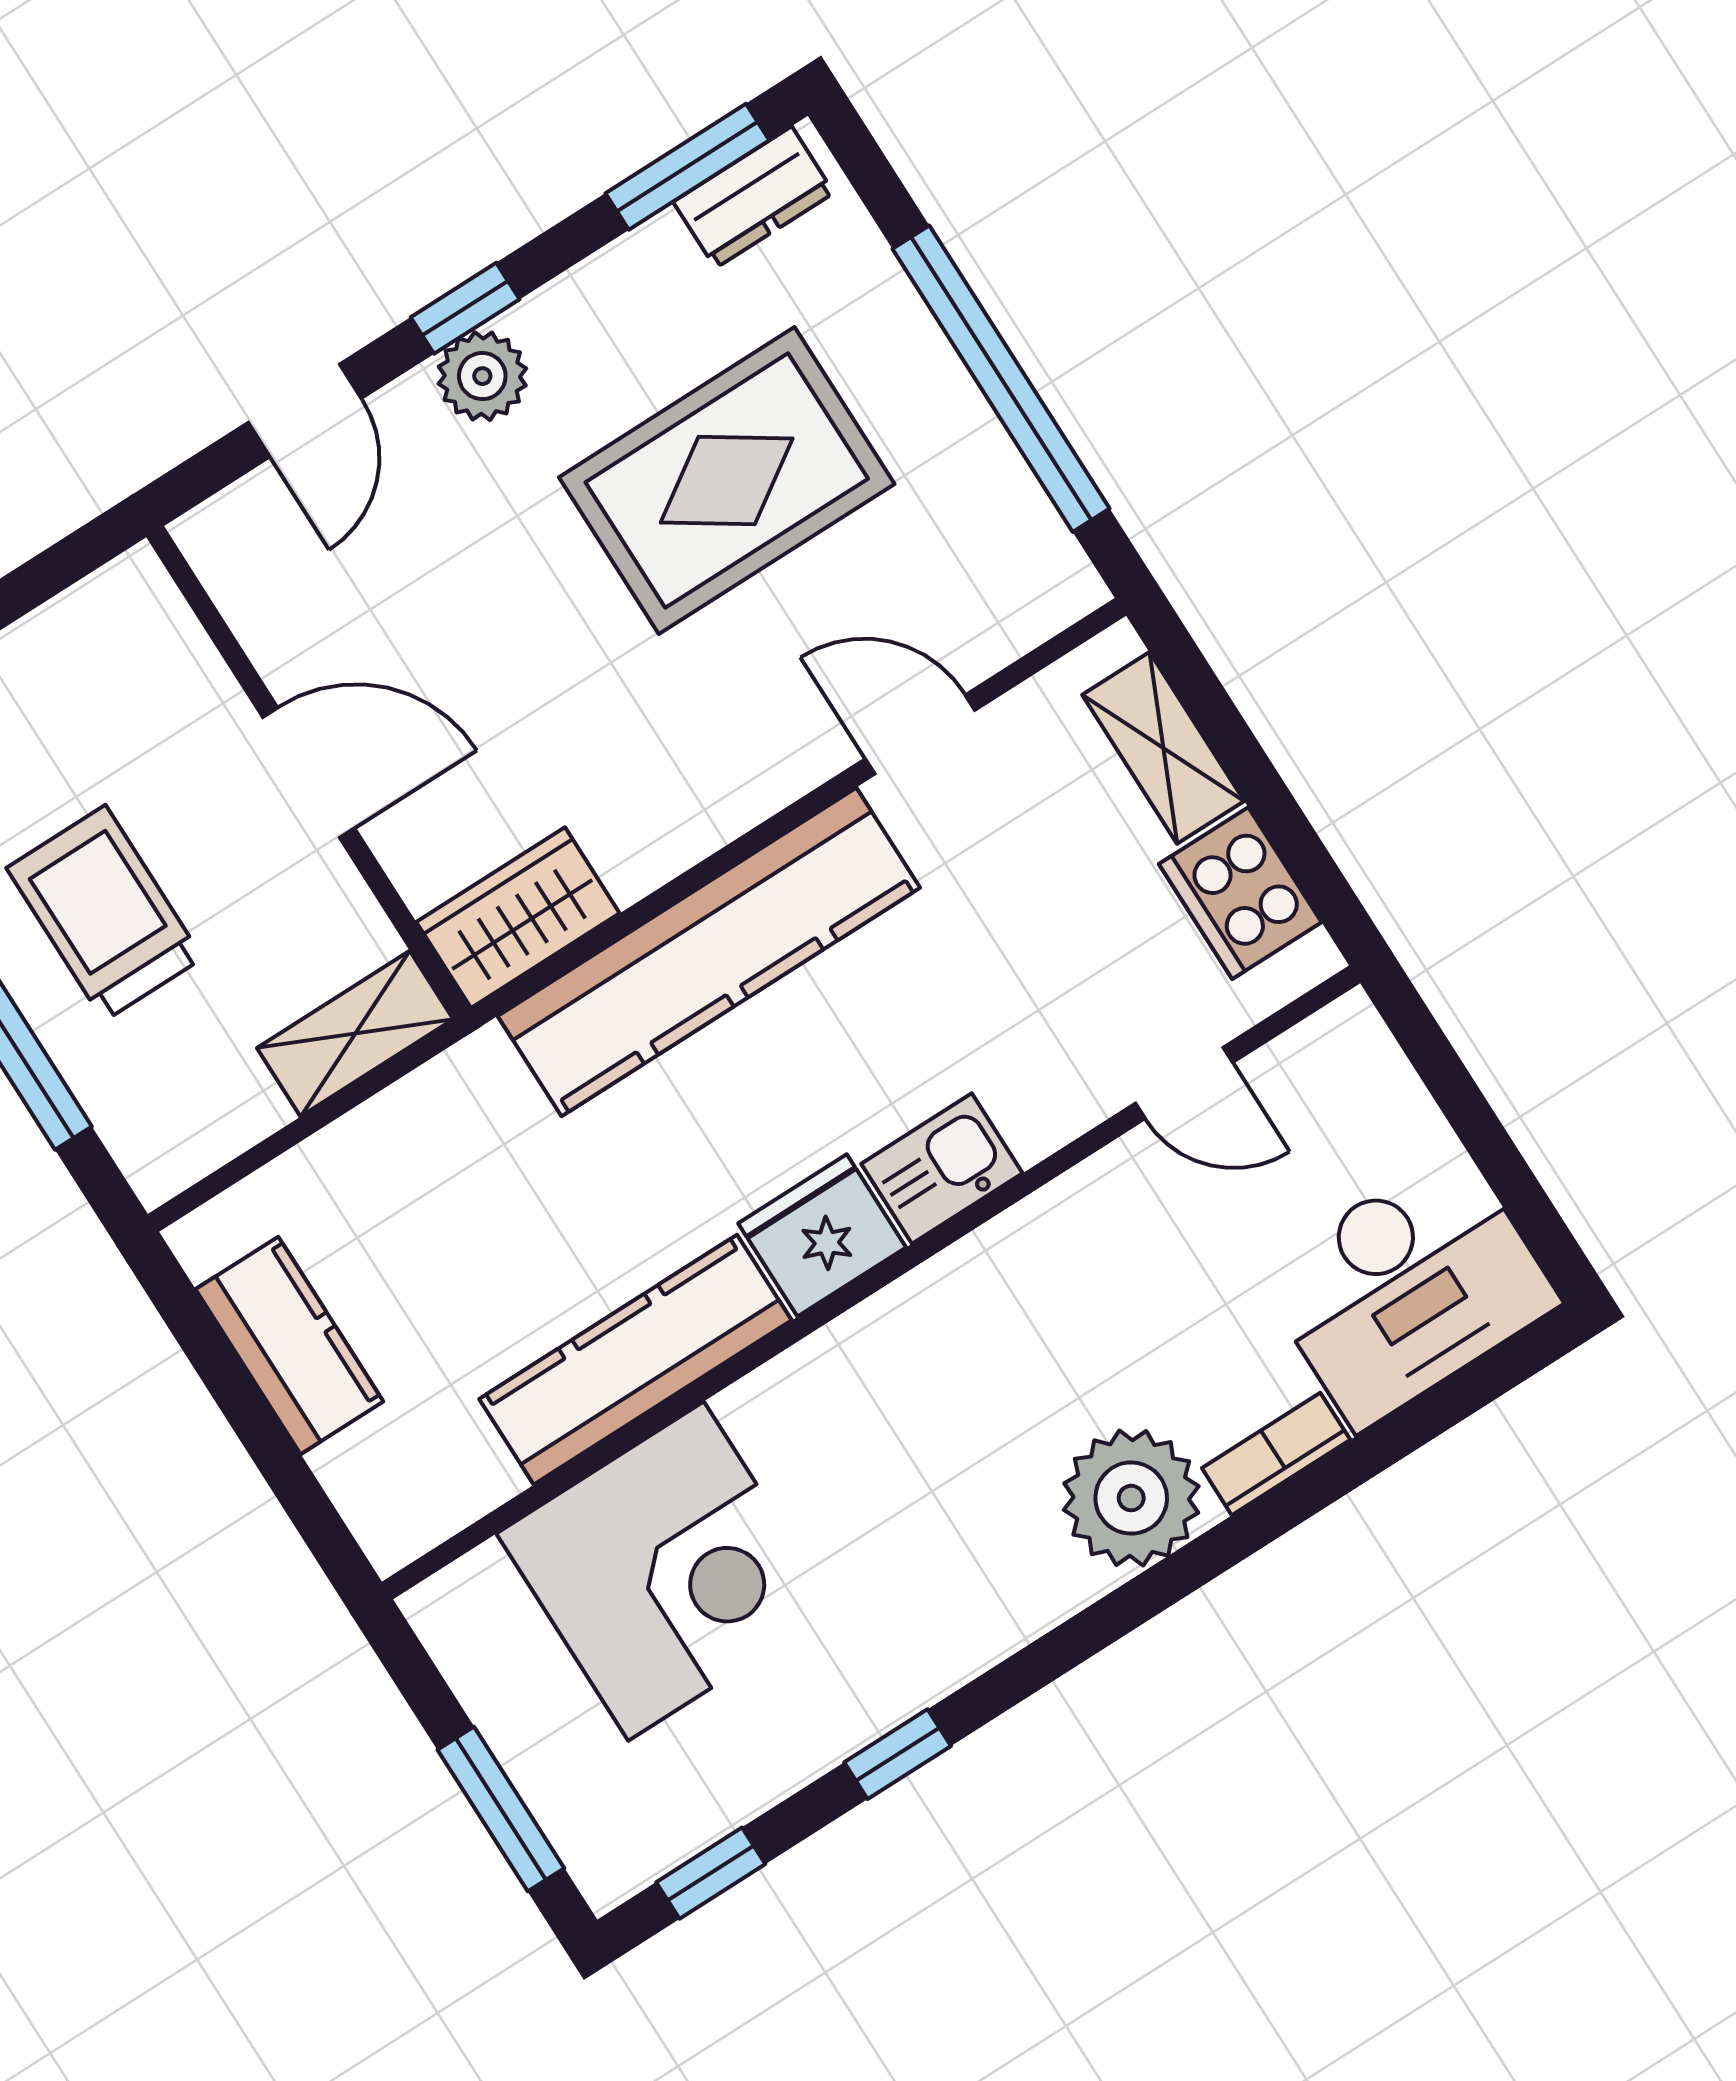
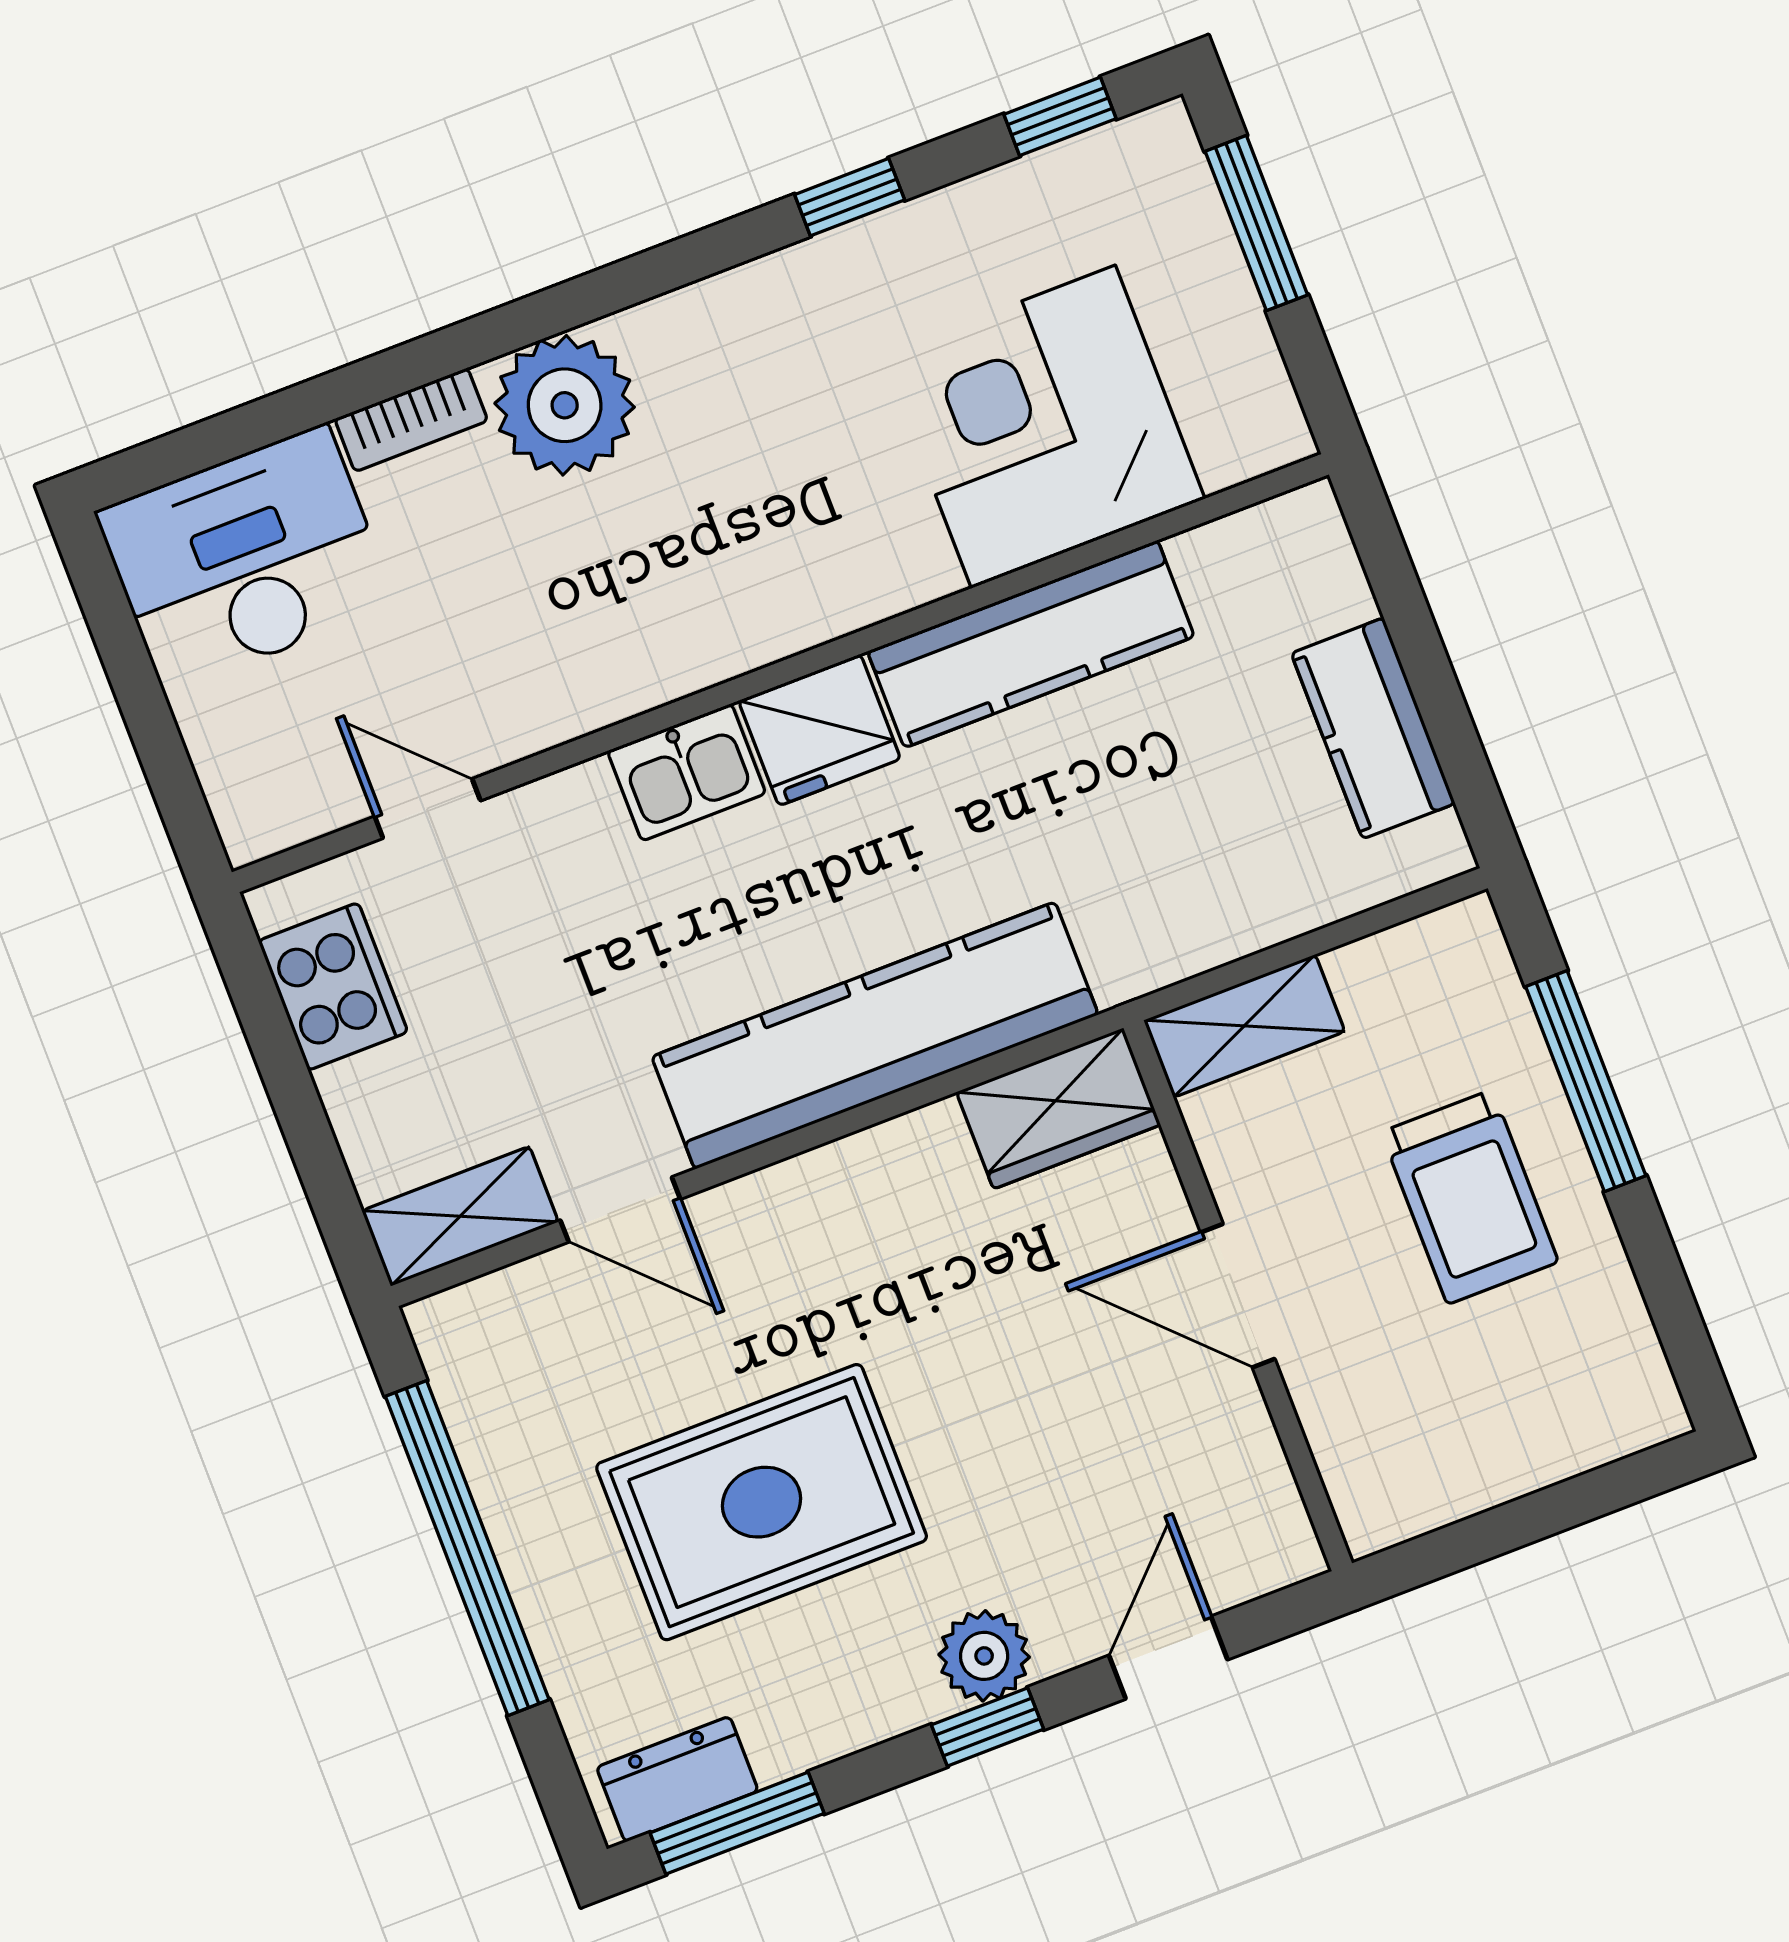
shelving: (1163, 748) -> (460, 1216), moved, turned 90

